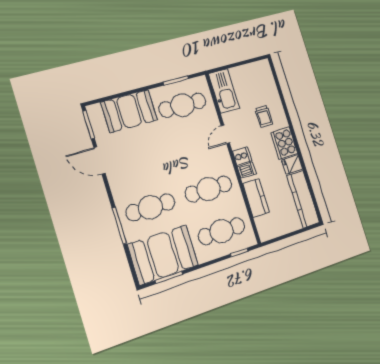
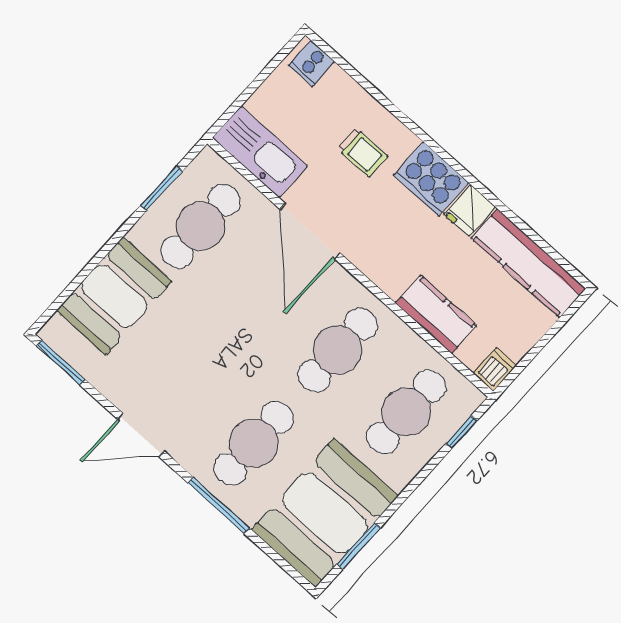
door: (225, 134) -> (310, 231), width x1.88
cooker: (242, 156) -> (312, 63), moved, turned 180
door: (99, 160) -> (141, 435), moved
dishwasher: (247, 170) -> (495, 369), moved

